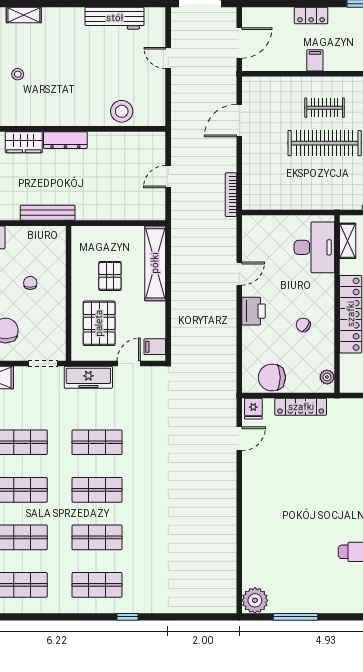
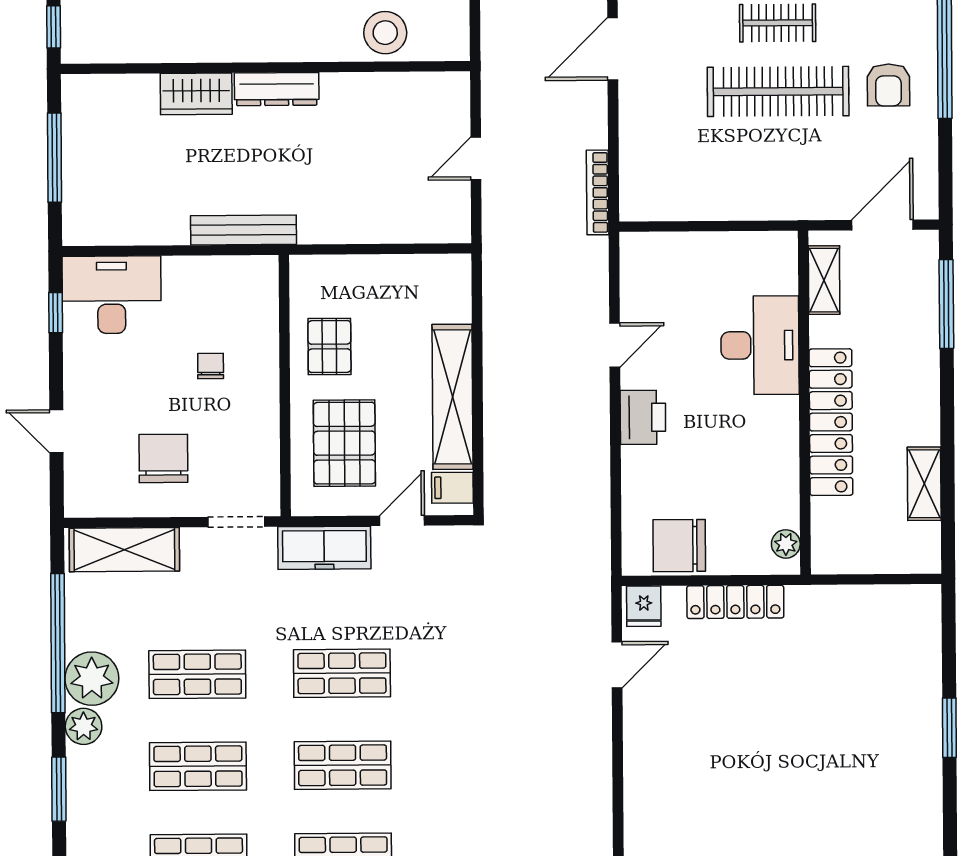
desk: (314, 247) -> (760, 345), moved
shelving: (155, 263) -> (453, 397), moved
pallet: (110, 276) -> (329, 347), moved
chair: (303, 325) -> (739, 443), removed

